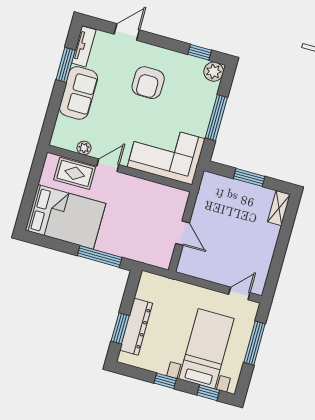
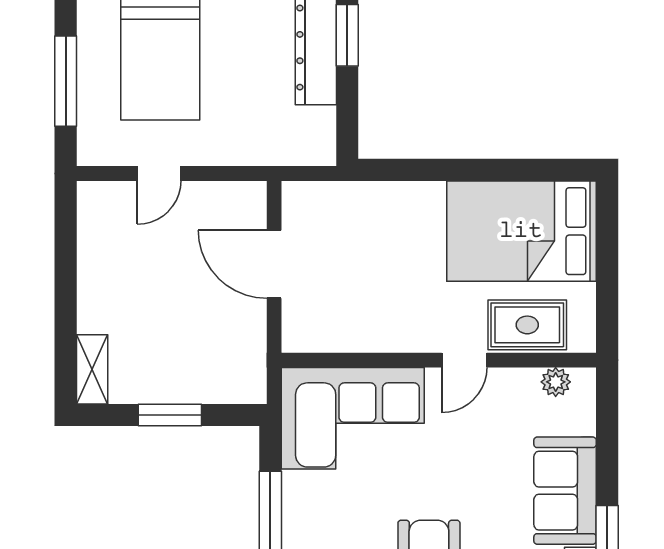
plant: (84, 148) -> (556, 382), moved
door: (183, 233) -> (274, 264), width x1.38
window: (100, 256) -> (430, 170), removed
door: (239, 293) -> (159, 173), moved

